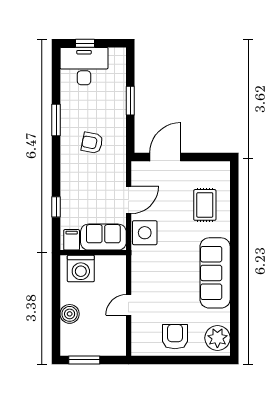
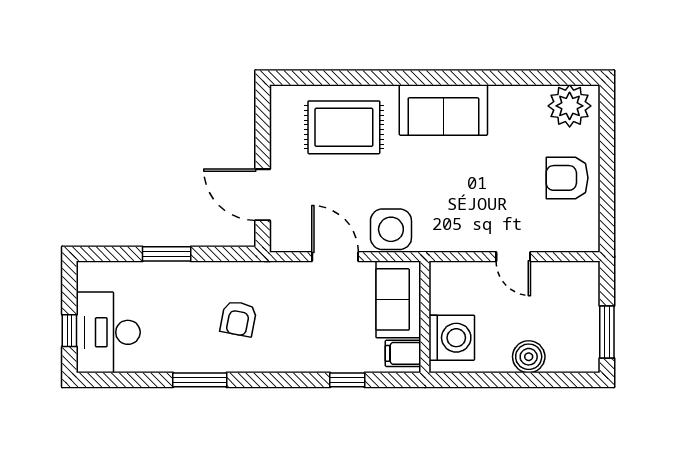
rug: (205, 205) -> (344, 127), width x1.36, depth x1.43
sofa: (215, 273) -> (443, 110), width x0.73

